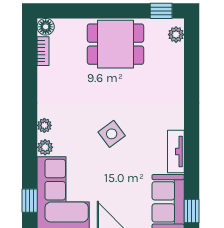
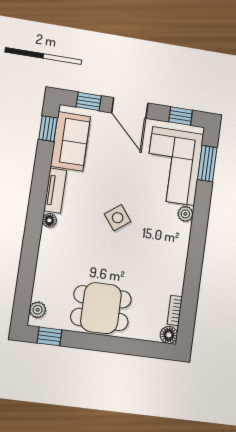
floor lamp: (177, 122) -> (49, 220), added
plant: (44, 125) -> (183, 236), removed
window: (30, 201) -> (207, 164), width x1.50

